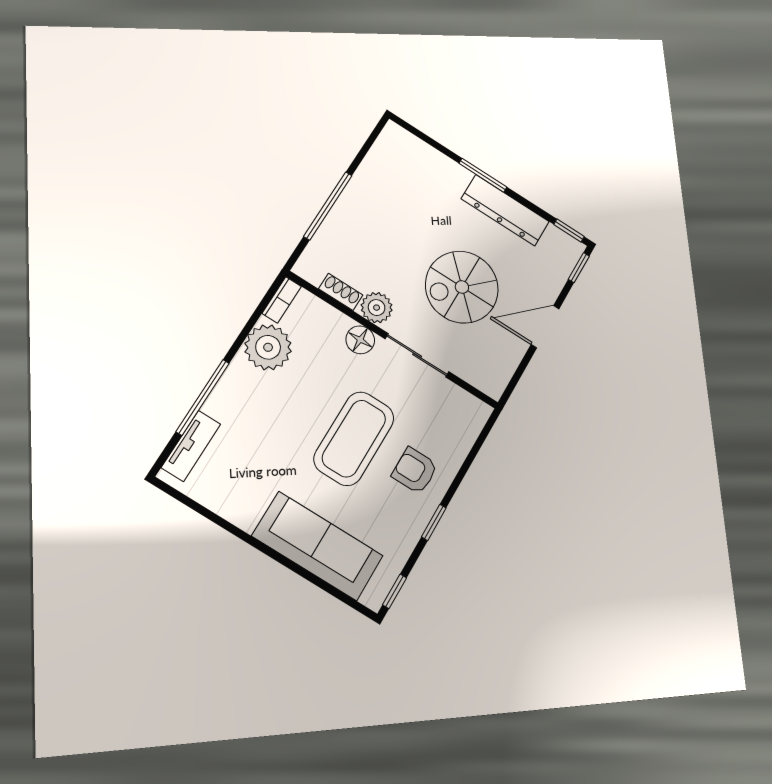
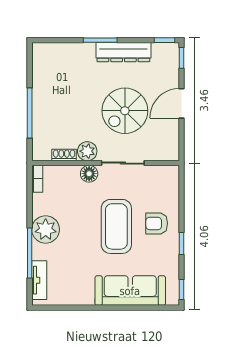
plant: (268, 347) -> (46, 229), moved

